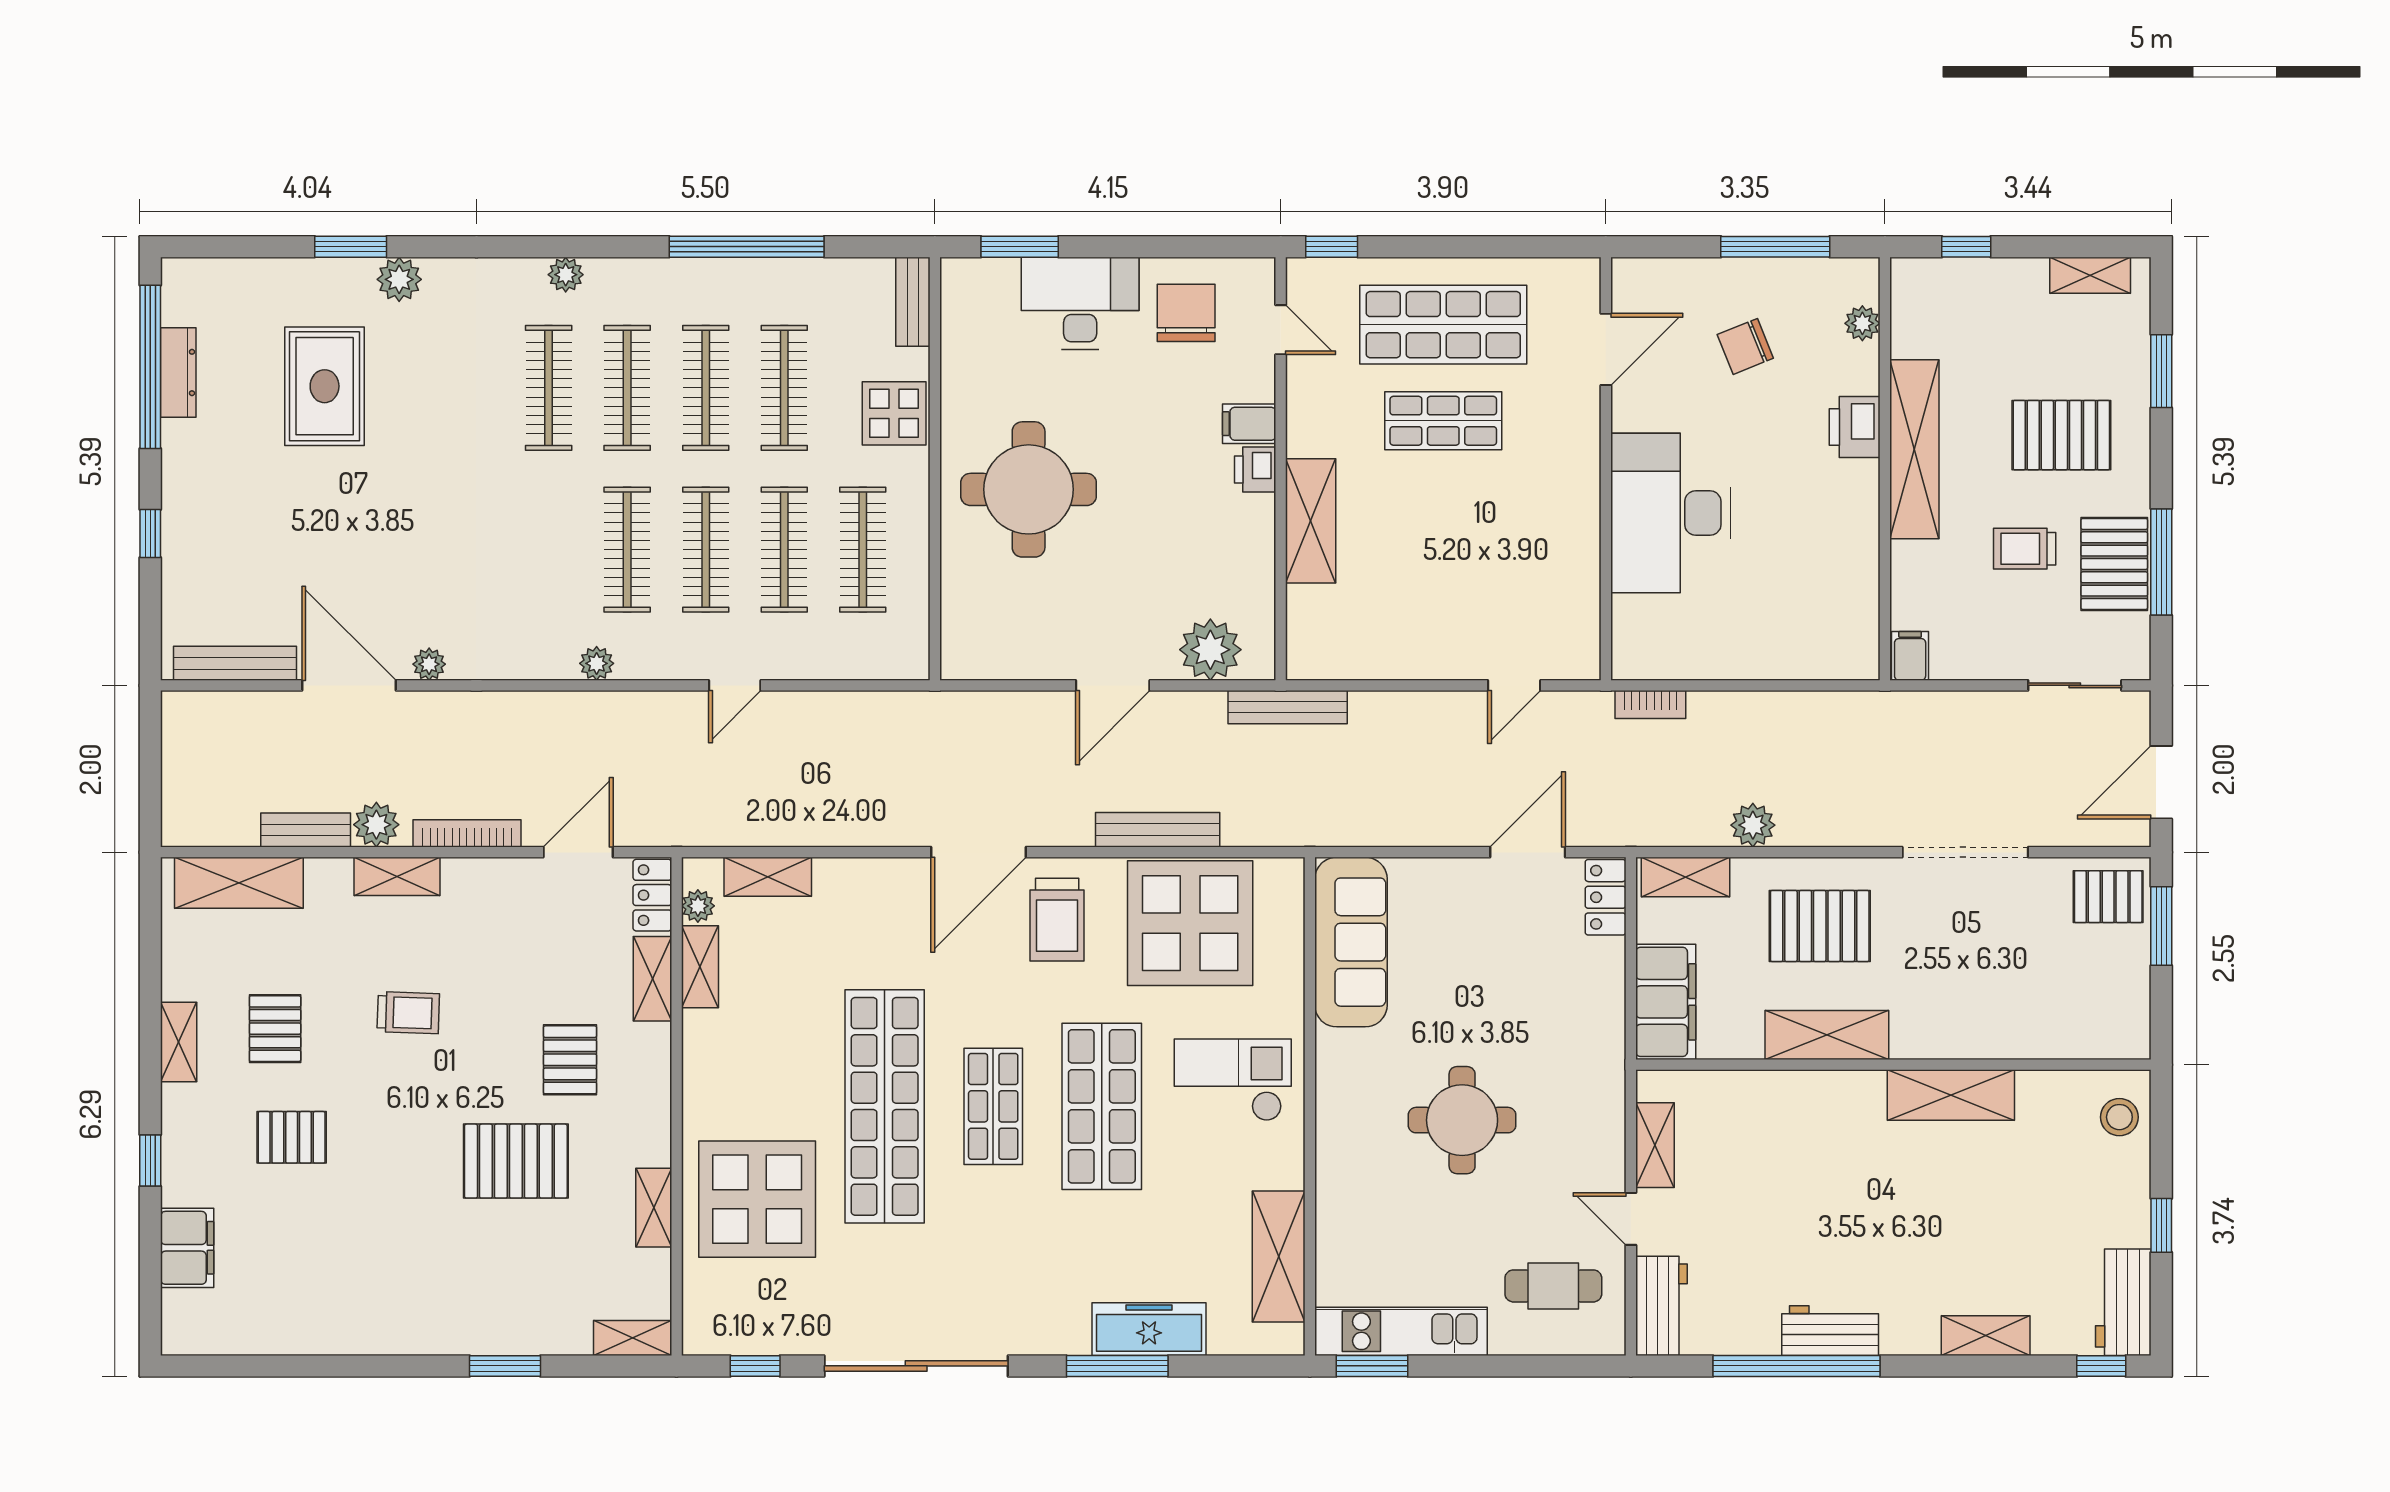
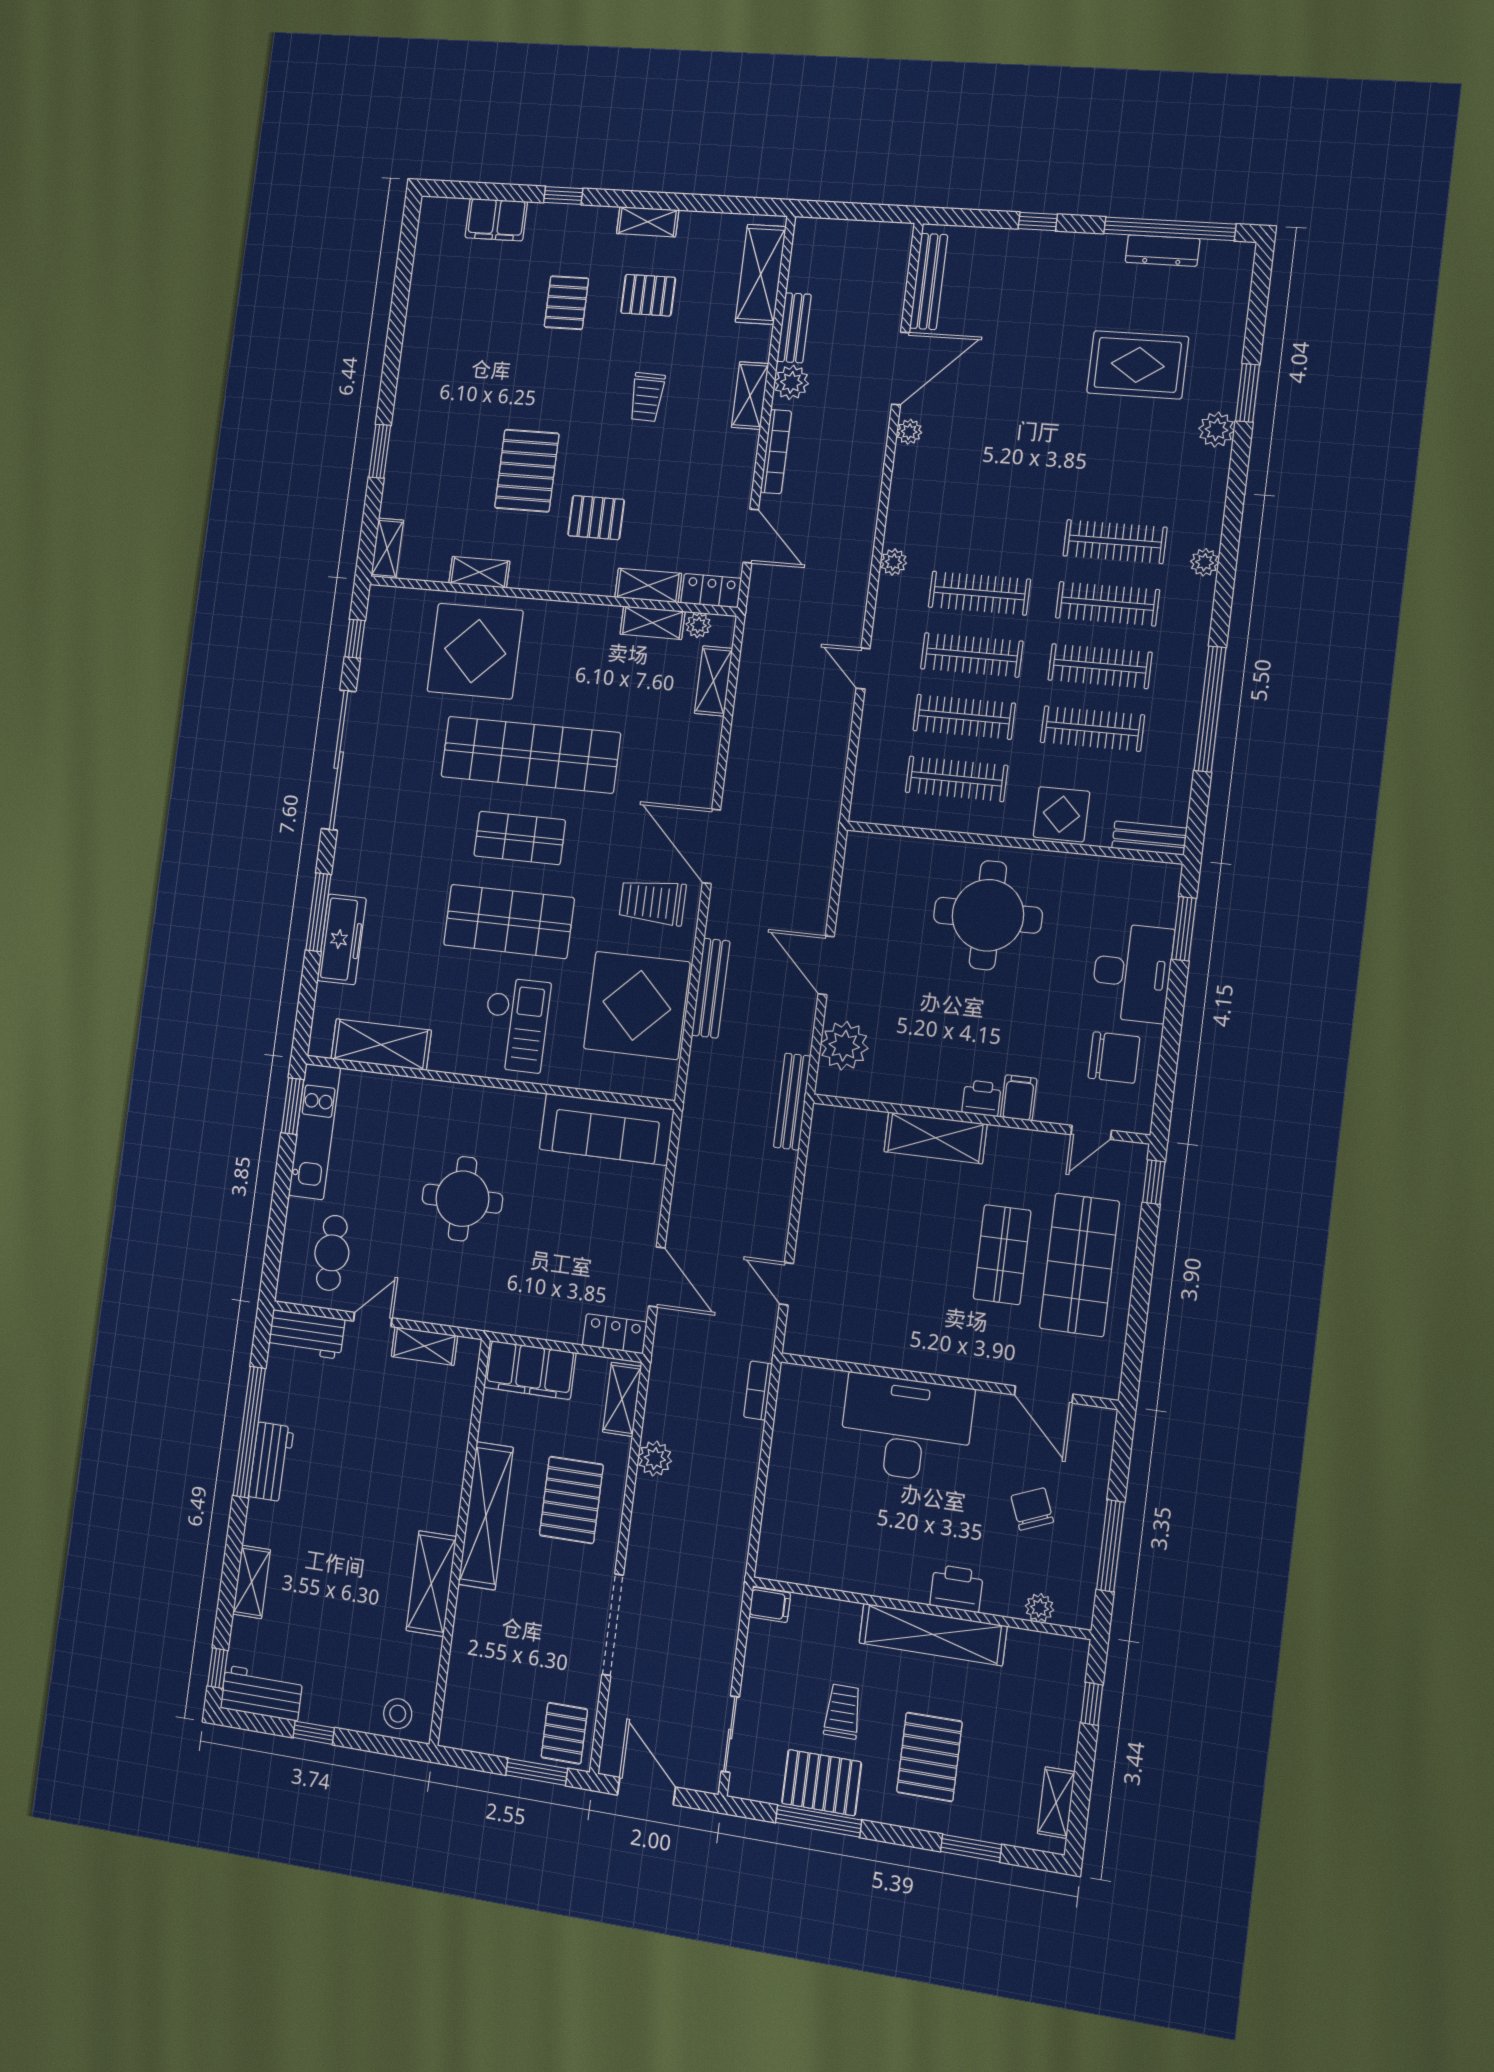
shelving: (1827, 1035) -> (486, 1516), width x1.47

